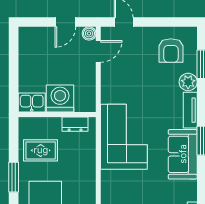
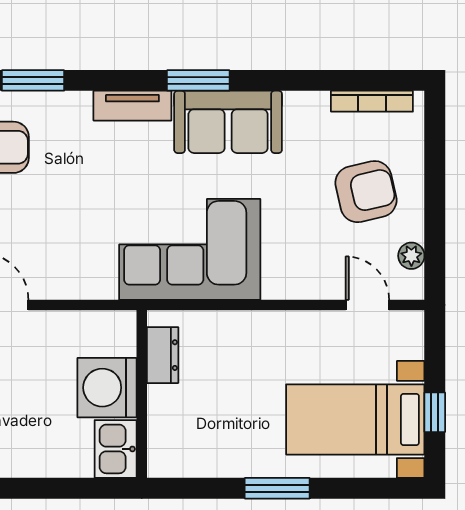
plant: (188, 82) -> (71, 110), removed
rug: (41, 150) -> (220, 430), removed

